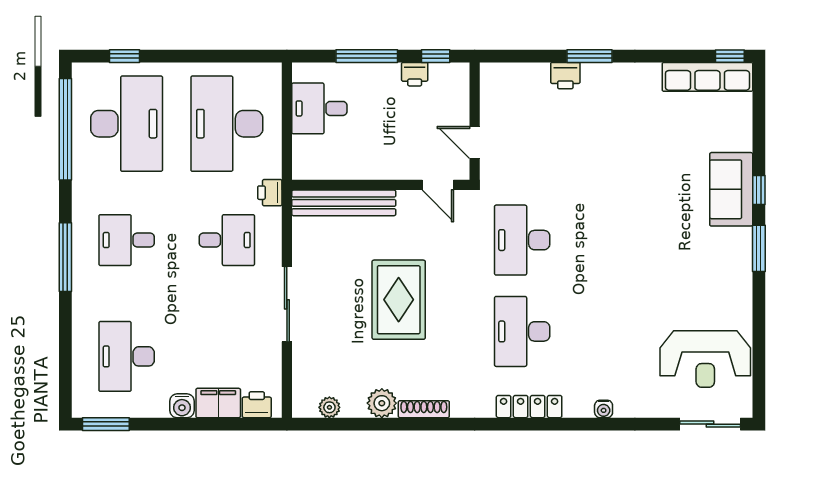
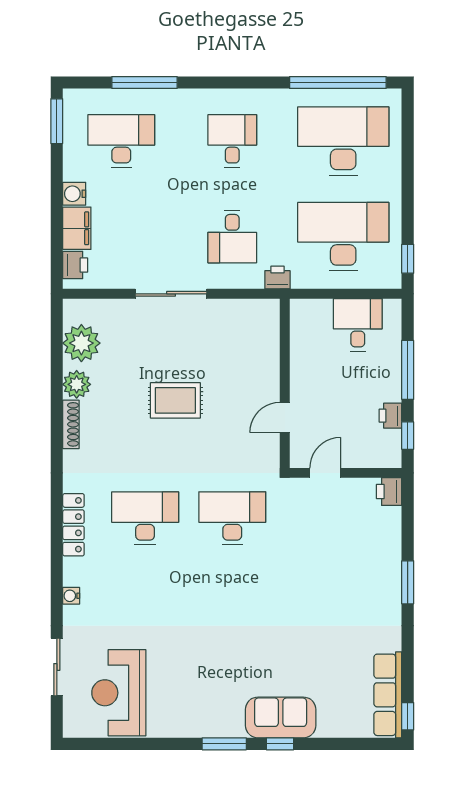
window: (125, 56) -> (408, 259), moved
printer: (565, 76) -> (389, 492), moved
desk: (127, 124) -> (343, 141), turned 180
door: (438, 185) -> (285, 417), moved
bench: (344, 203) -> (268, 348), removed
window: (65, 257) -> (144, 82), moved
rug: (399, 300) -> (175, 400), width x0.73, depth x0.70
plant: (329, 407) -> (81, 343), width x1.88, depth x1.88
sliding door: (710, 424) -> (57, 667), moved

